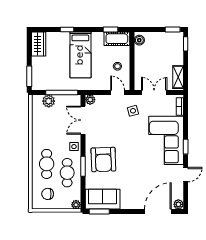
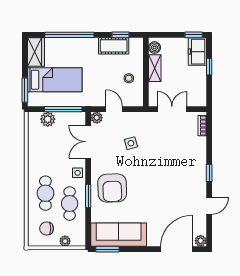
window: (67, 29) -> (69, 35), width x3.17
cot: (117, 39) -> (114, 46), moved
freezer: (176, 44) -> (197, 52), added
window: (186, 44) -> (209, 67), moved
bed: (80, 55) -> (55, 80), moved, turned -90
shelving: (178, 77) -> (155, 68), moved
door: (118, 92) -> (114, 109), moved
side table: (133, 111) -> (131, 143), moved
corner sofa: (166, 140) -> (186, 165), removed
sofa: (103, 199) -> (119, 235), width x1.36
plant: (76, 205) -> (65, 241), moved

